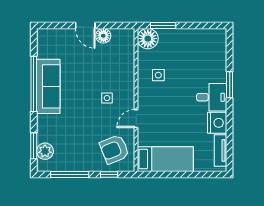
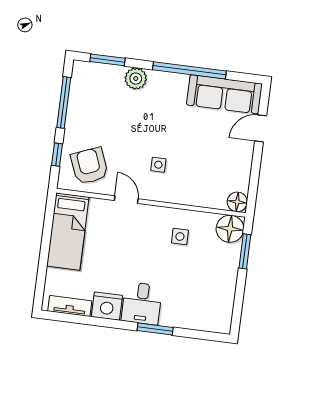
door: (85, 25) -> (261, 128), moved
floor lamp: (103, 36) -> (237, 202), moved
sofa: (48, 86) -> (224, 94), moved
plant: (45, 151) -> (136, 79), moved

